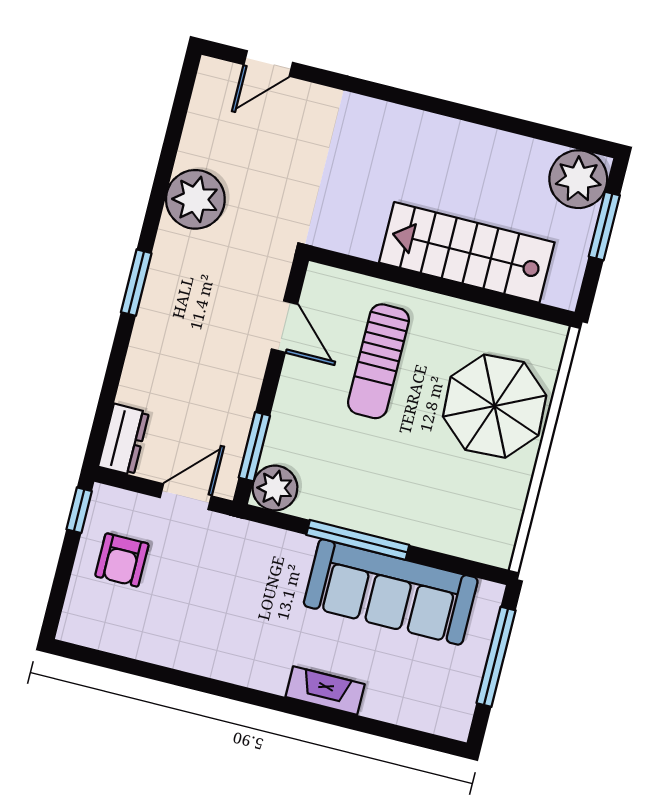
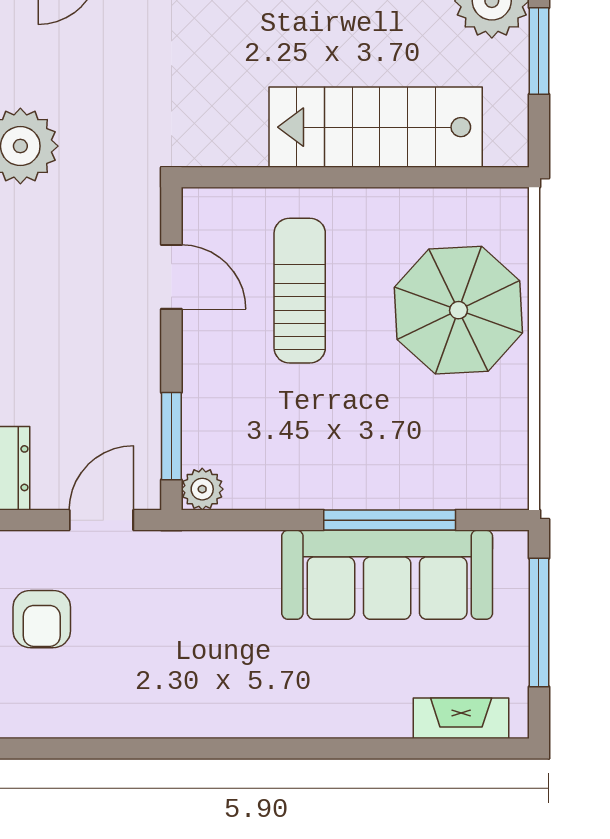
sun lounger: (379, 361) -> (300, 291), turned 180
plant: (275, 488) -> (202, 489), width x0.73, depth x0.73
window: (358, 540) -> (390, 520), moved
fireplace: (325, 691) -> (461, 718), moved

